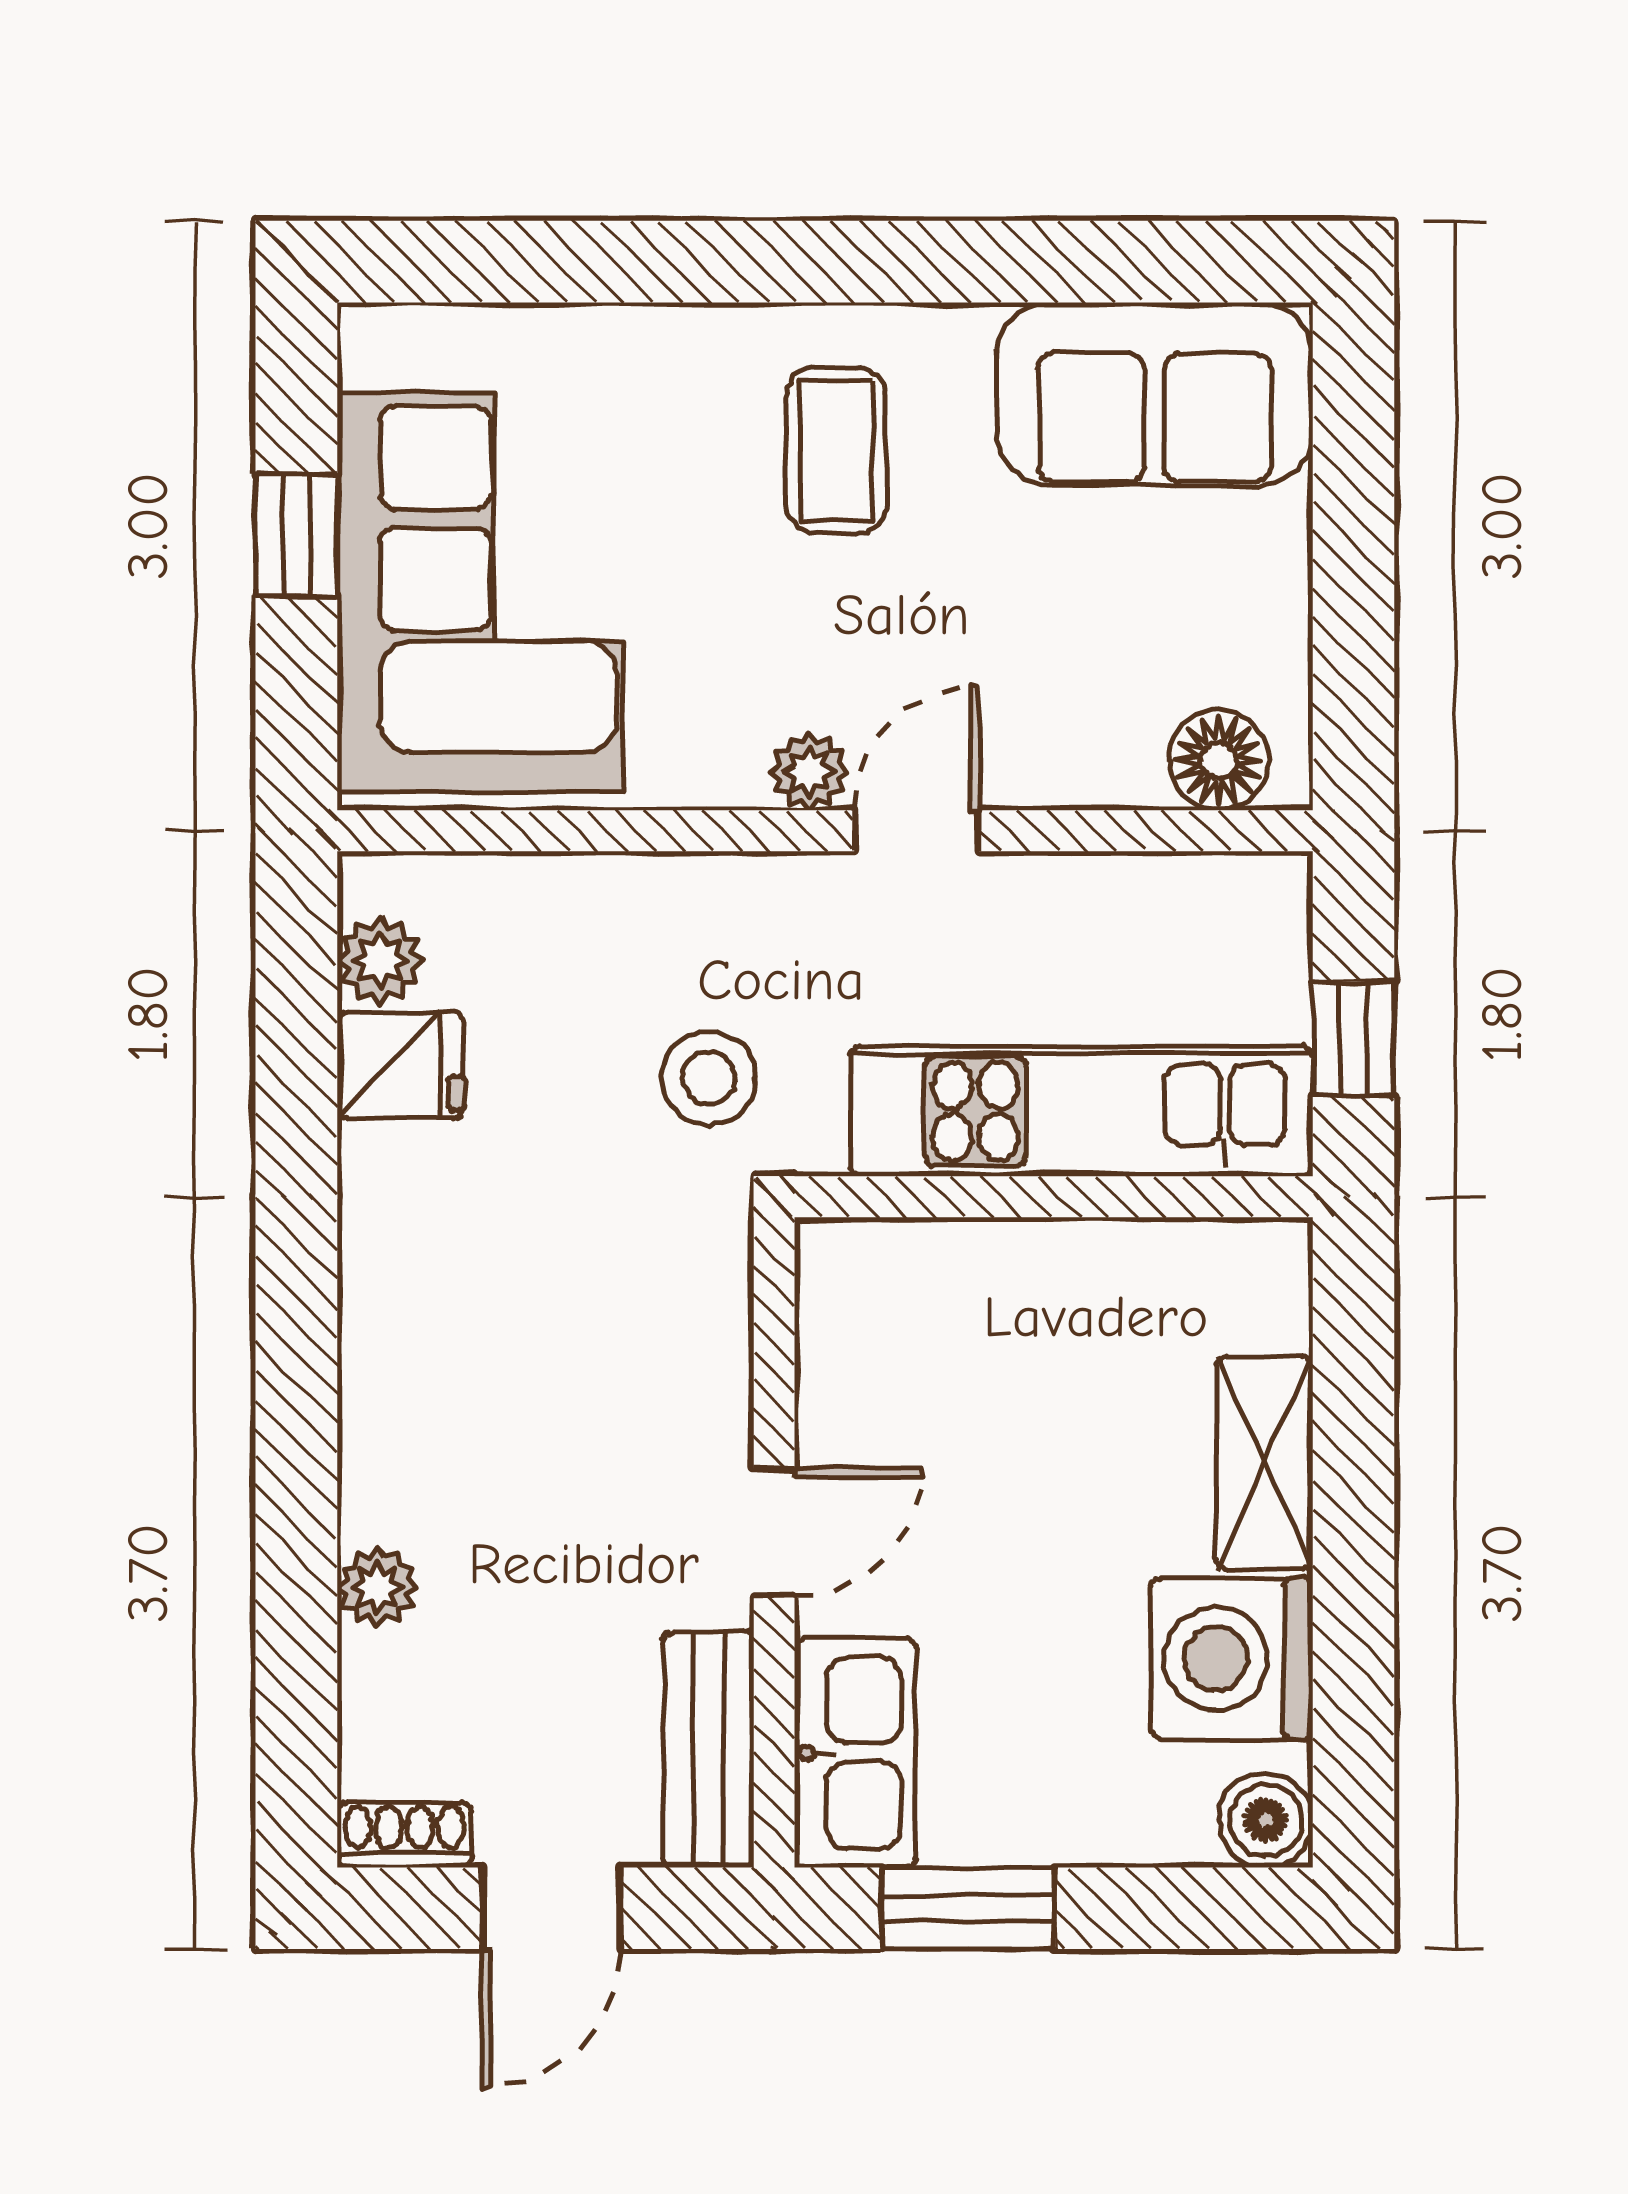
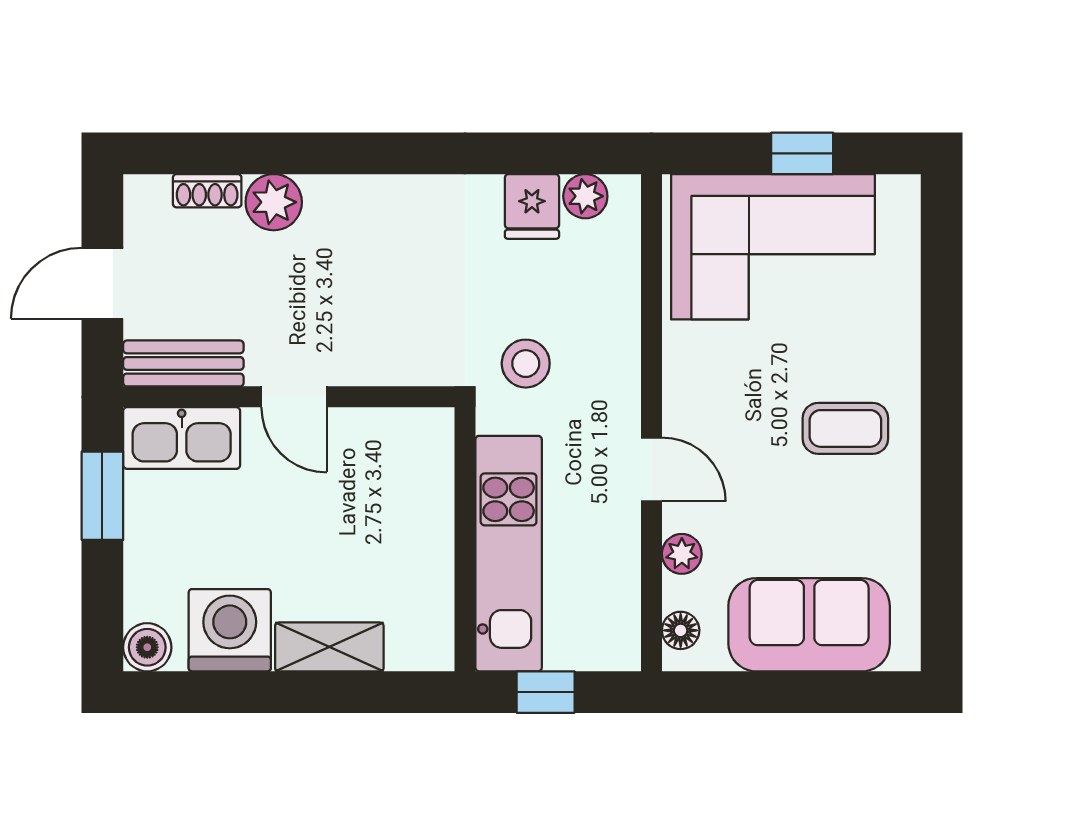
sofa: (1154, 394) -> (809, 625), moved, turned 90
floor lamp: (1219, 760) -> (681, 630), width x0.73, depth x0.73
plant: (809, 771) -> (682, 554), moved
plant: (377, 1587) -> (274, 202), width x1.38, depth x1.38
shoe rack: (404, 1835) -> (207, 191), moved, turned 90
door: (551, 1908) -> (102, 283), hinge flipped

